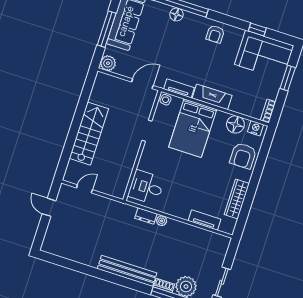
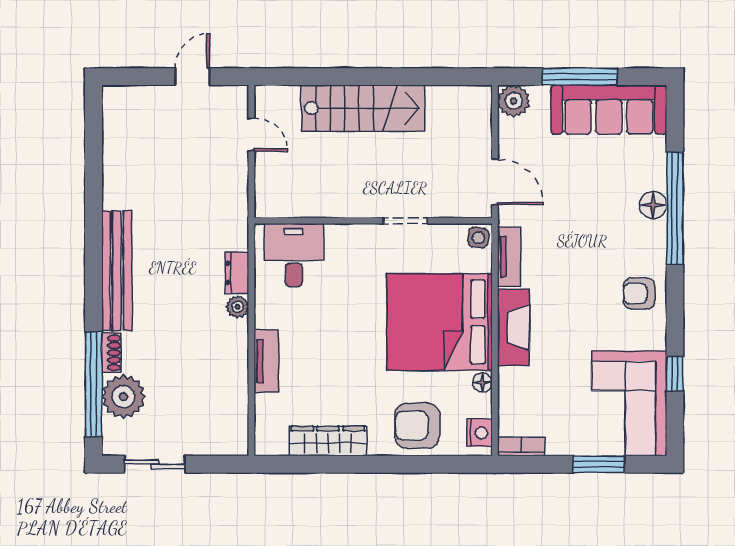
floor lamp: (235, 124) -> (483, 382), width x0.53, depth x0.53
bed: (193, 128) -> (439, 322), width x1.36
tv unit: (205, 220) -> (266, 361), moved

